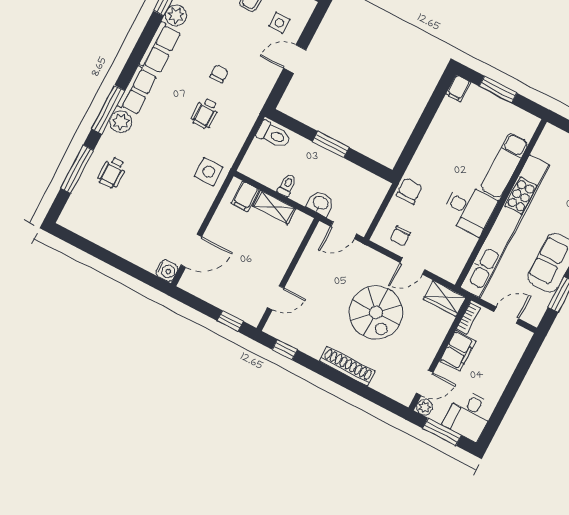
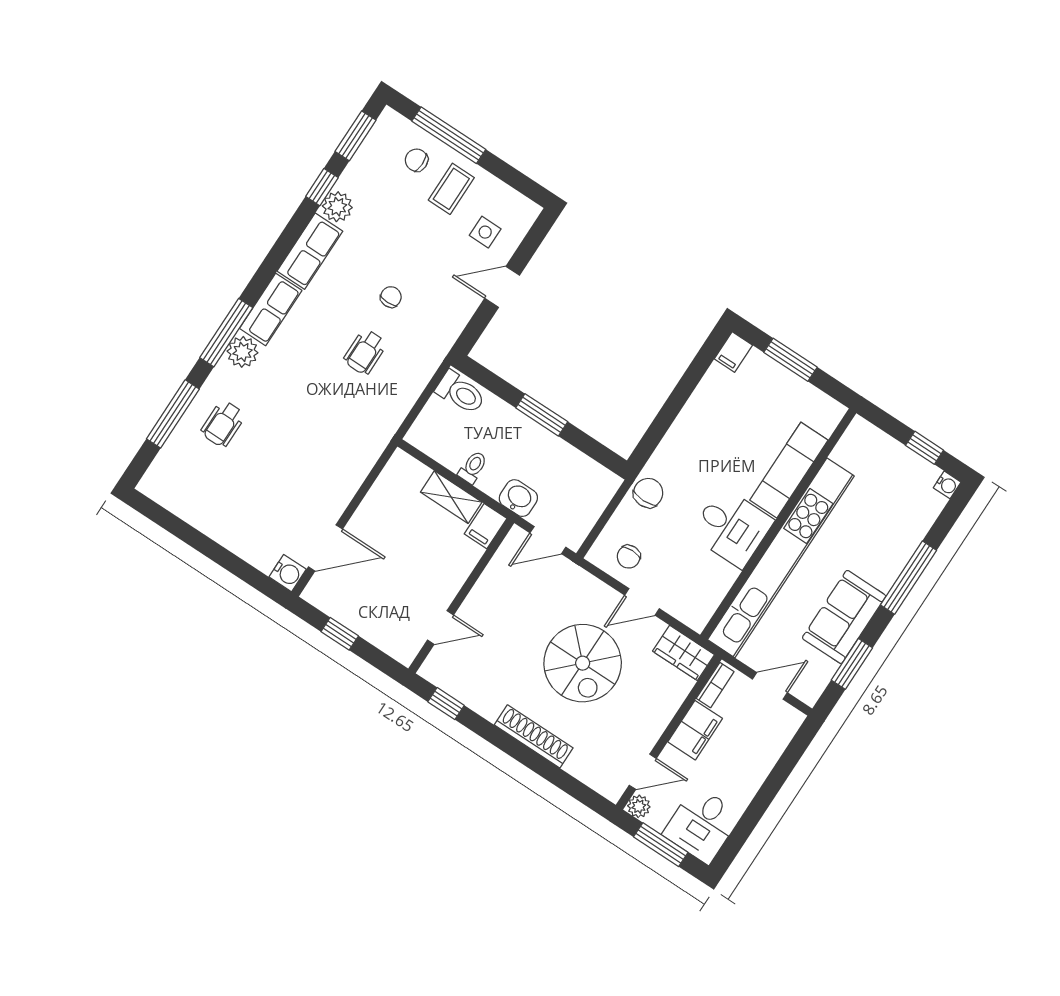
side table: (209, 172) -> (362, 436), removed
filing cabinet: (245, 196) -> (486, 526), moved
window: (230, 321) -> (340, 634), moved

